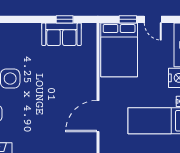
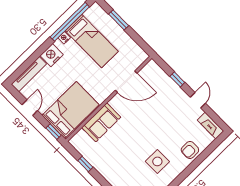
window: (128, 19) -> (54, 132), moved
sofa: (61, 34) -> (101, 122), moved, turned 90

